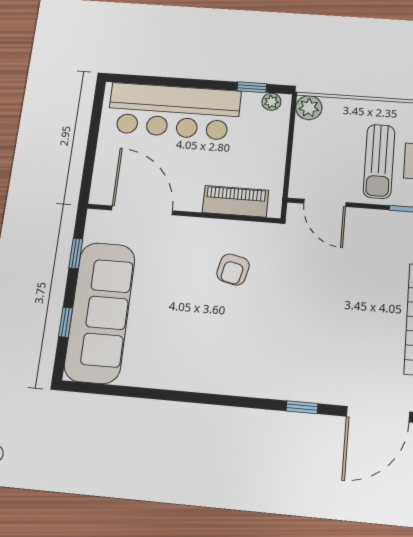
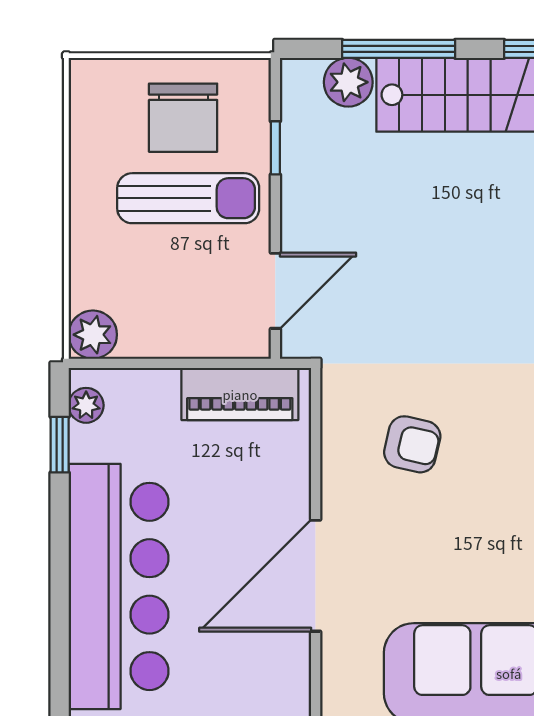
piano: (235, 201) -> (240, 394), moved, turned -90
door: (142, 210) -> (316, 576), moved

